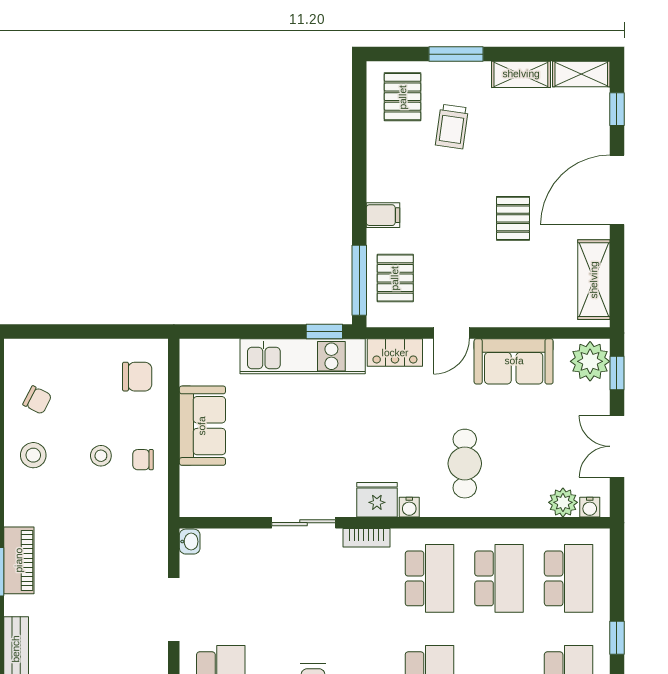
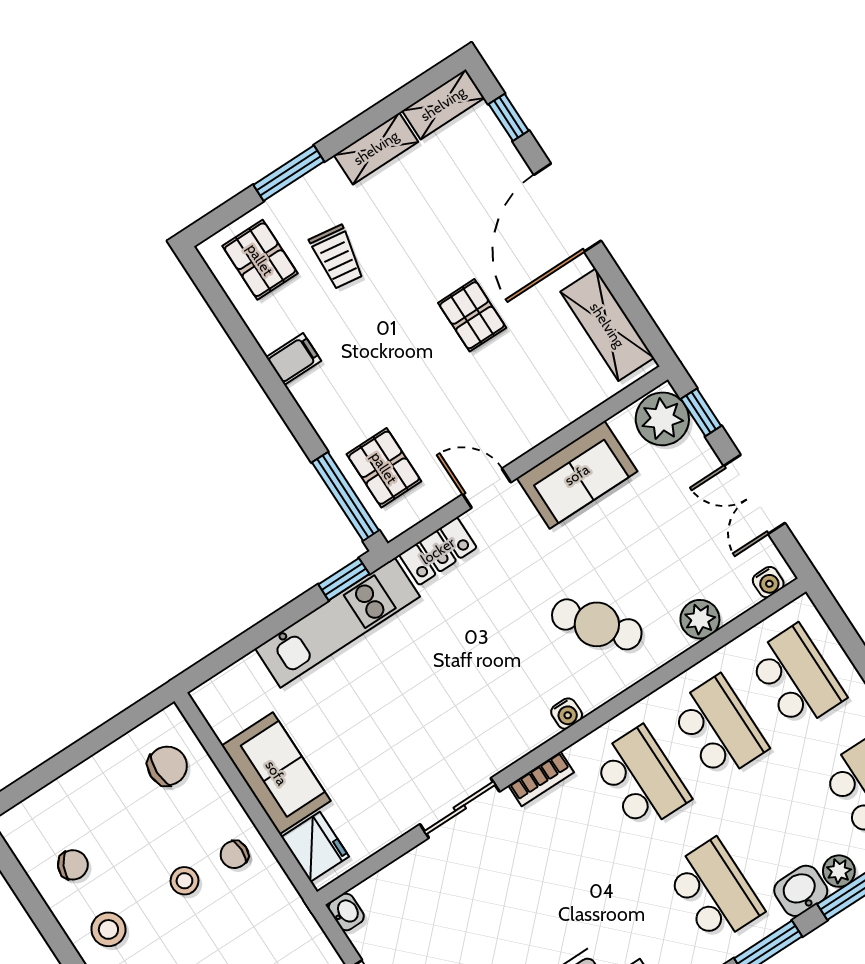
filing cabinet: (383, 215) -> (294, 359), moved
door: (451, 333) -> (487, 488), swing flipped
cafe table: (465, 464) -> (597, 624), turned -39
fridge: (377, 500) -> (315, 847), moved, turned 90
plant: (563, 502) -> (700, 619), moved

